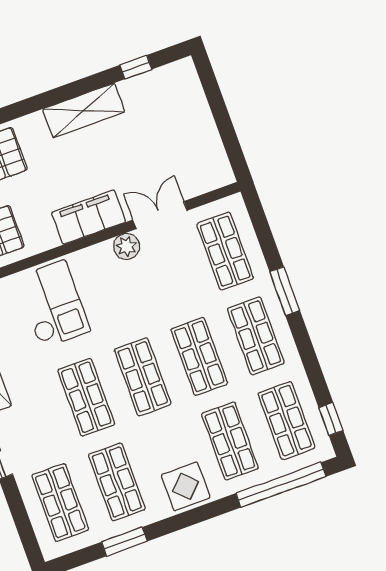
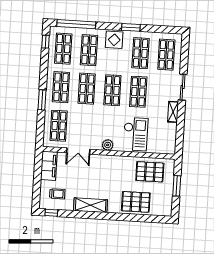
window: (136, 67) -> (51, 213), moved
trolley: (165, 104) -> (57, 194), added
filing cabinet: (89, 217) -> (49, 166), moved, turned -90
plant: (127, 247) -> (108, 145), moved
checkout: (53, 304) -> (136, 134), turned 180
window: (124, 542) -> (131, 27), moved

